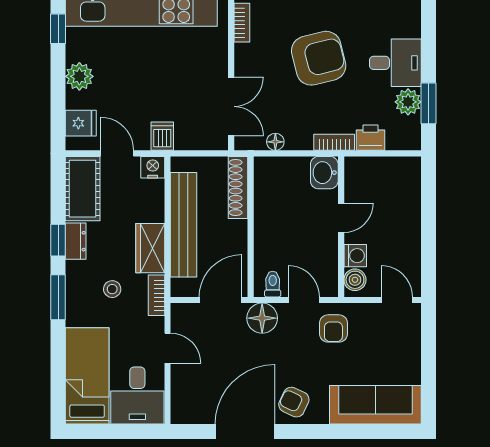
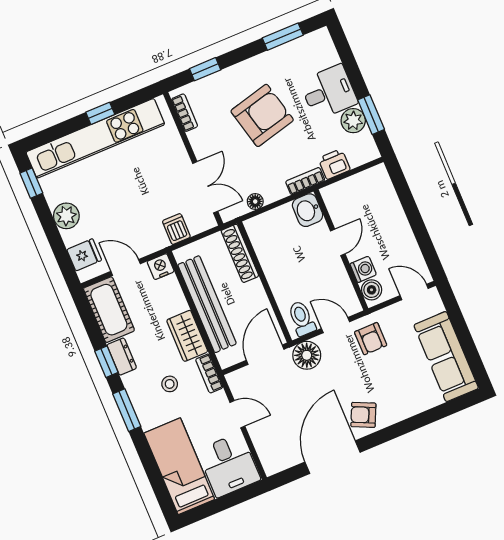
dishwasher: (162, 136) -> (176, 229), moved
toilet: (273, 284) -> (302, 318), width x1.37, depth x1.39
sofa: (375, 405) -> (446, 357), moved, turned -90

